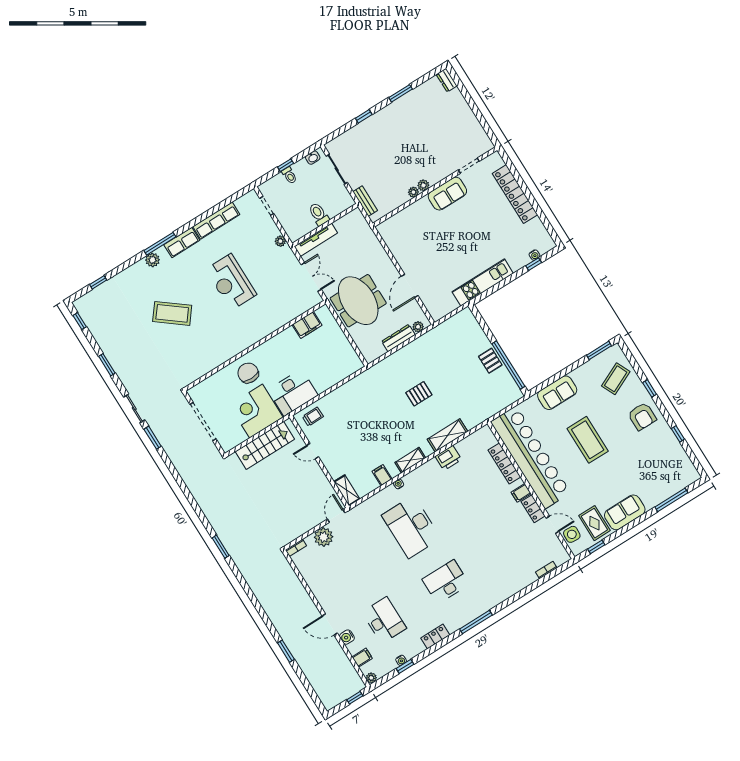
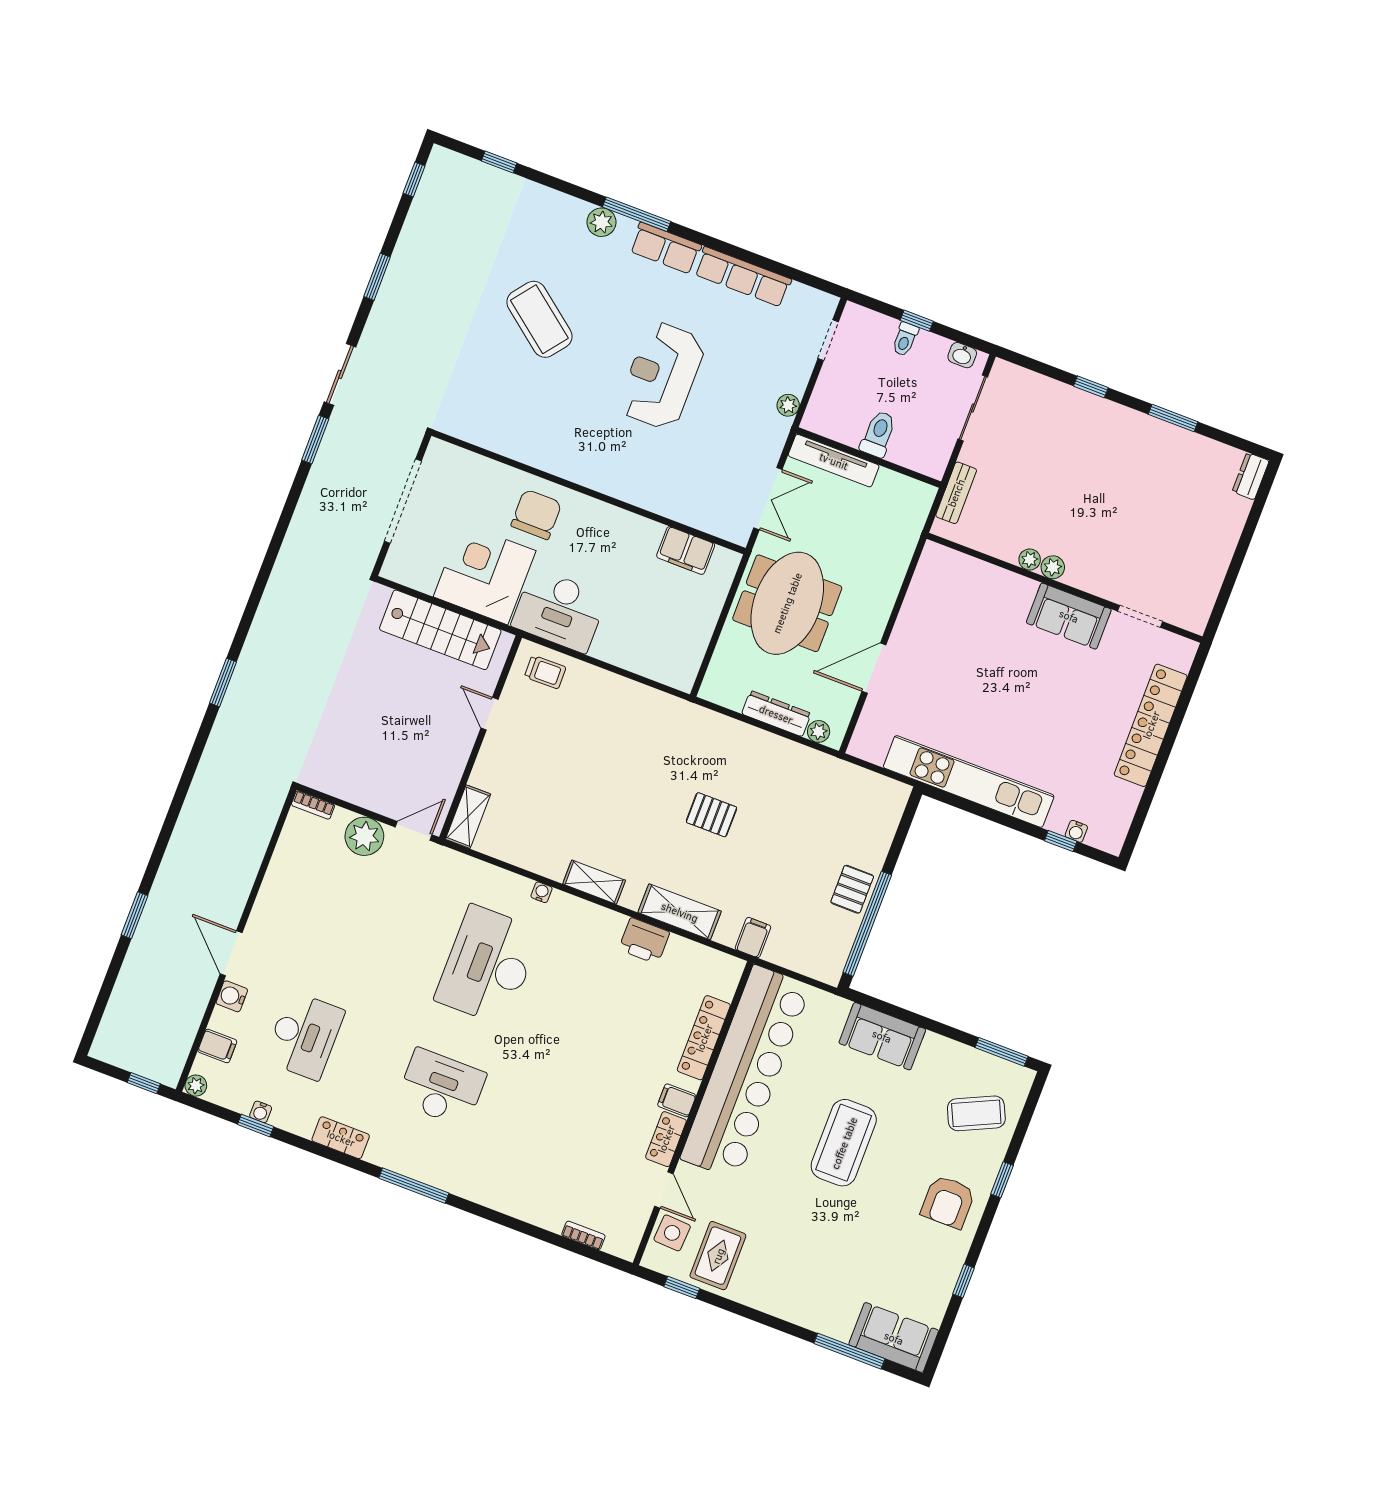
kitchen unit: (483, 283) -> (969, 781), width x1.36
filing cabinet: (382, 475) -> (753, 938), moved
sofa: (625, 512) -> (894, 1338), moved

